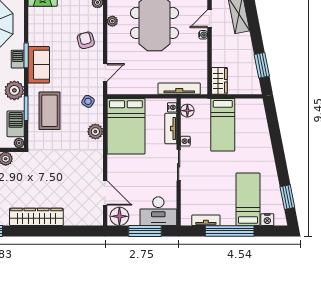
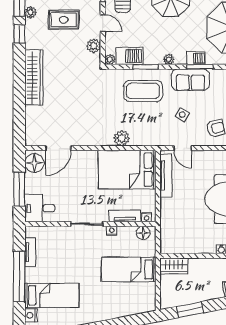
tv unit: (179, 89) -> (166, 176), moved
plant: (14, 90) -> (169, 59), width x0.53, depth x0.53
side table: (88, 101) -> (182, 115), moved
desk: (158, 211) -> (40, 208), width x0.73

